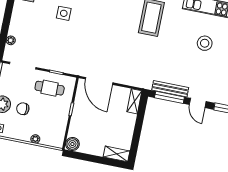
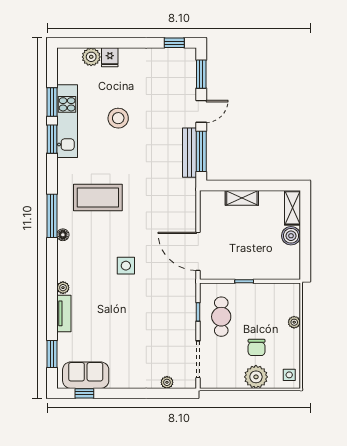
side table: (64, 13) -> (126, 266), moved
door: (99, 81) -> (198, 251), swing flipped
shelving: (134, 101) -> (242, 198), moved
boiler: (72, 144) -> (291, 236), moved

